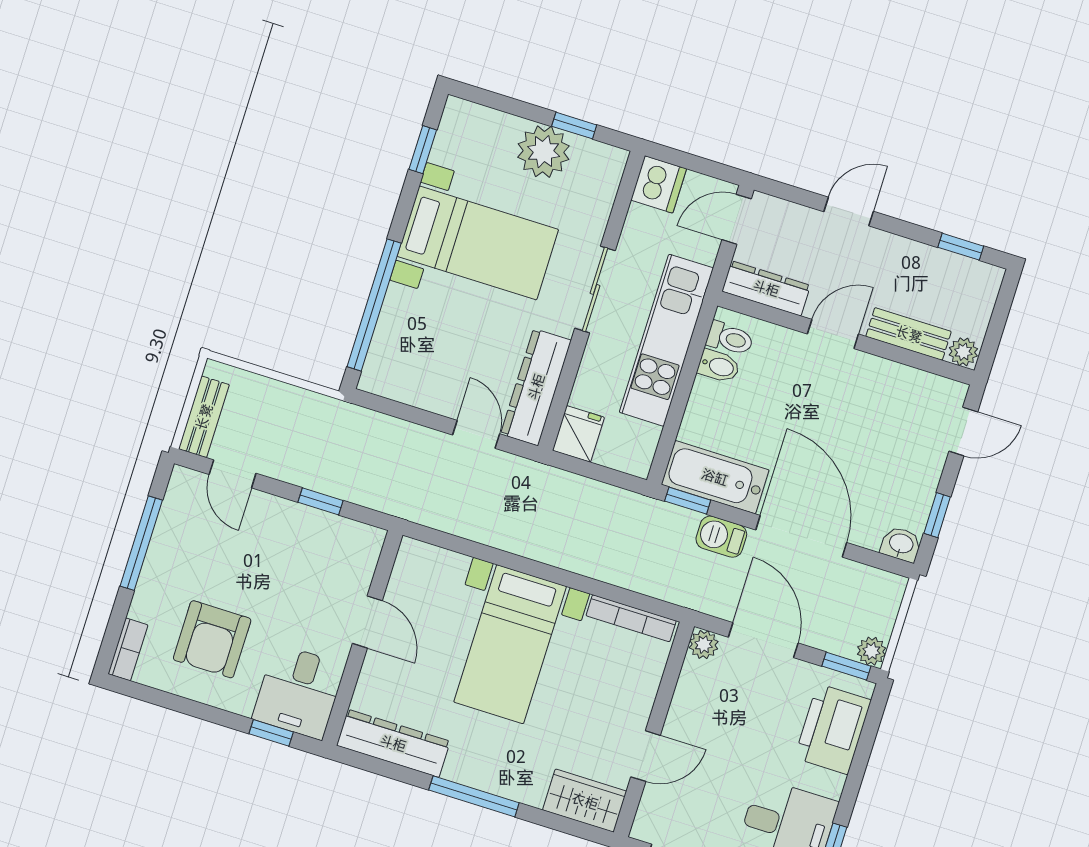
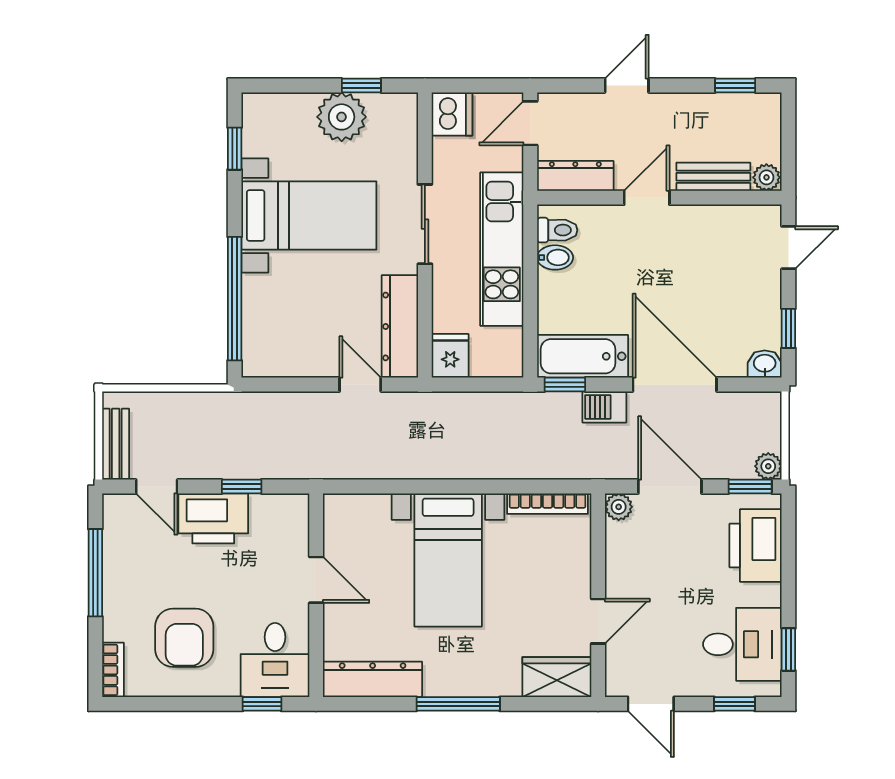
printer: (281, 525) -> (213, 518), added

